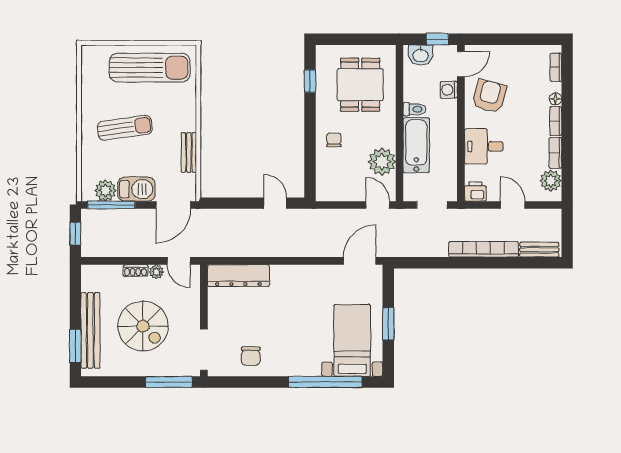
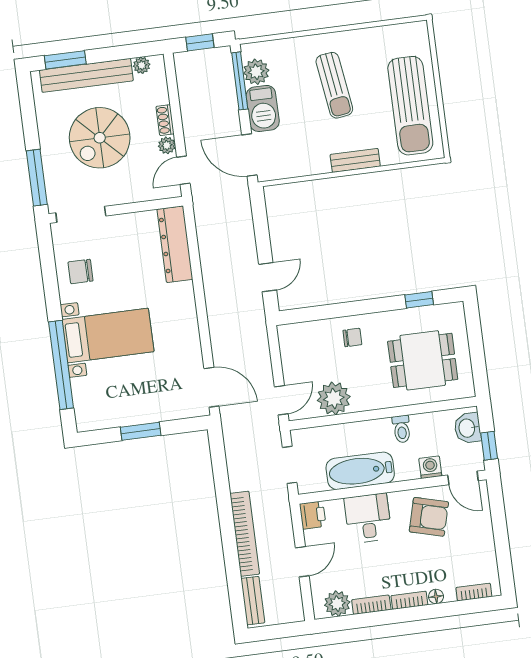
bathtub: (416, 145) -> (360, 471), moved, turned 180
bench: (189, 152) -> (355, 160), moved
plant: (88, 284) -> (142, 65), added
bed with nightstands: (352, 340) -> (108, 336), moved

